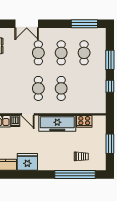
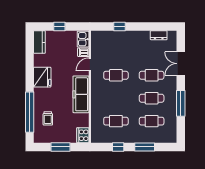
window: (84, 24) -> (181, 103), moved
cafe table: (61, 88) -> (116, 121), moved
cooker: (84, 121) -> (83, 135), moved
fridge: (27, 162) -> (42, 77), moved

